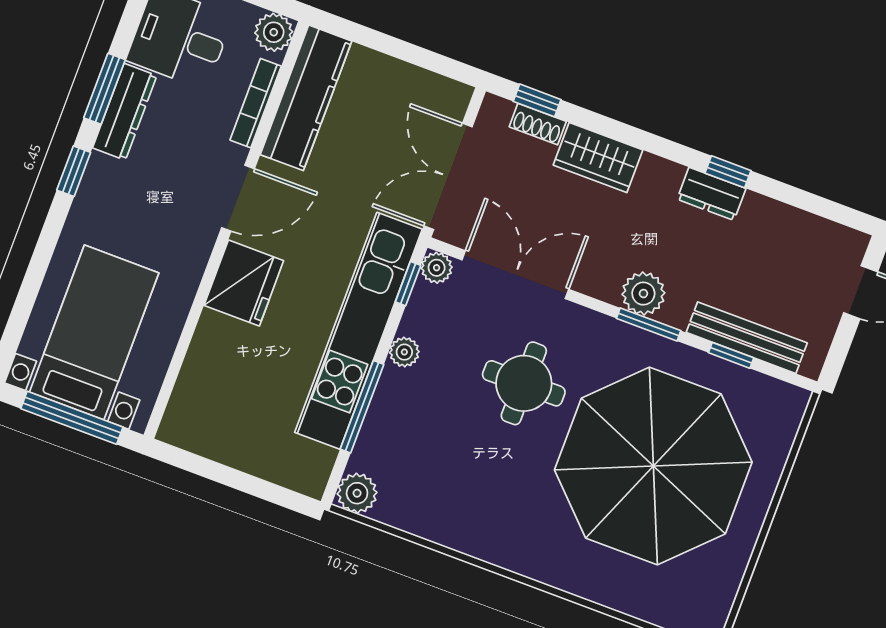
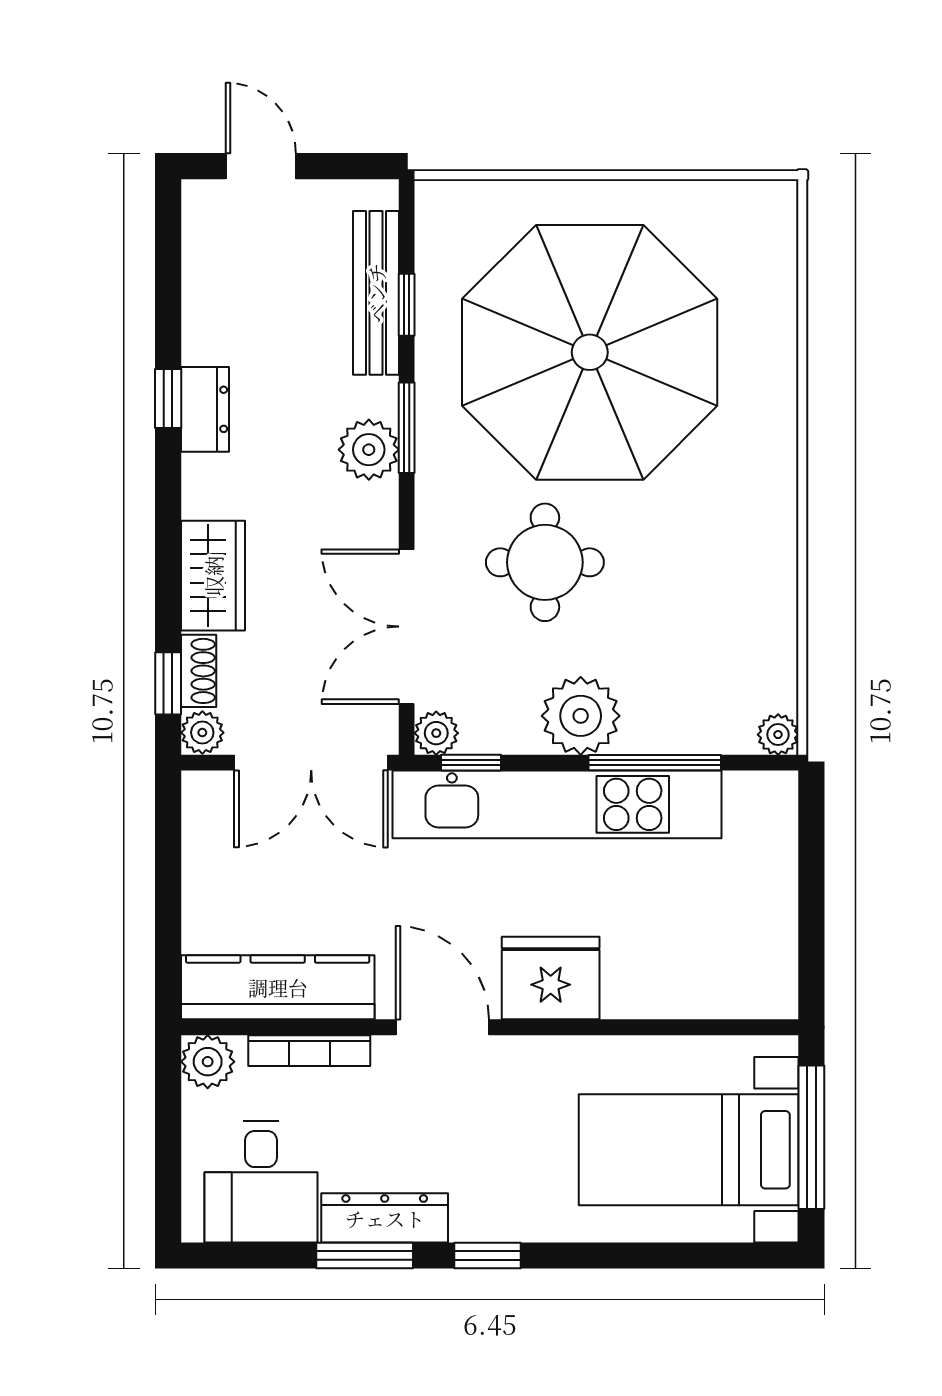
plant: (496, 111) -> (202, 733), added
plant: (404, 352) -> (581, 716), width x1.88, depth x1.88
plant: (357, 493) -> (778, 735), width x0.73, depth x0.73

